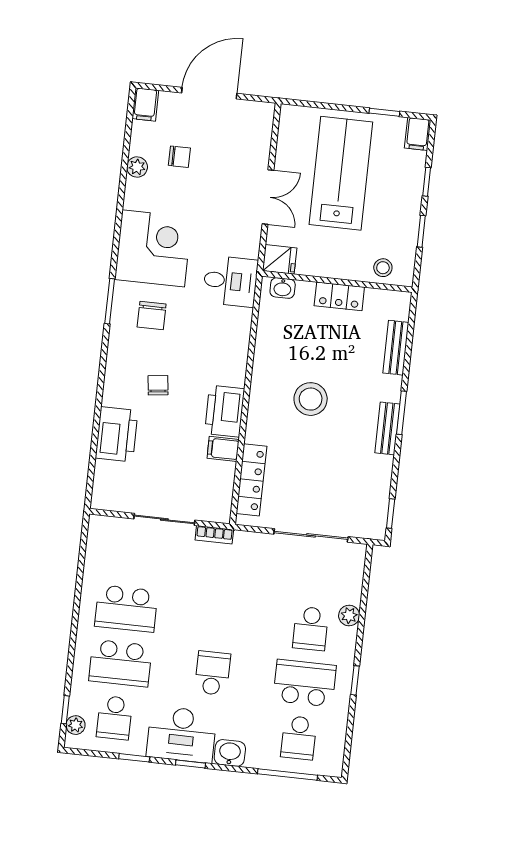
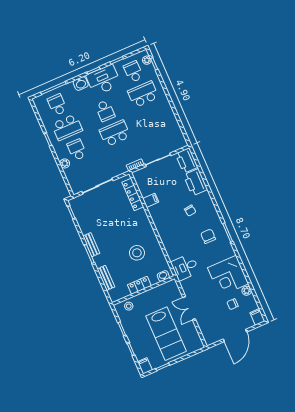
corner desk: (153, 248) -> (228, 276), moved
fridge: (280, 259) -> (171, 286), removed
stool: (311, 399) -> (137, 253), moved
printer: (225, 411) -> (186, 161), moved, turned 180
school desk: (126, 609) -> (115, 133), moved

